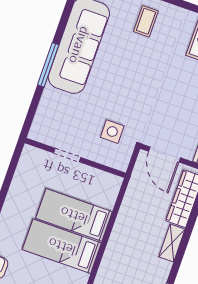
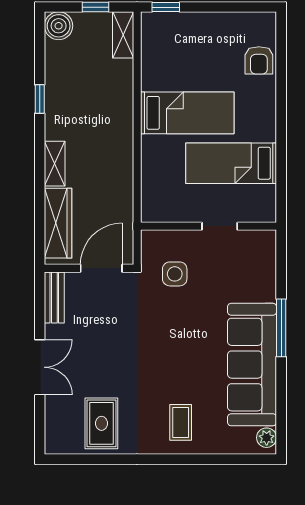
door: (164, 155) -> (101, 268), hinge flipped
bed: (74, 215) -> (231, 163), moved, turned 180

